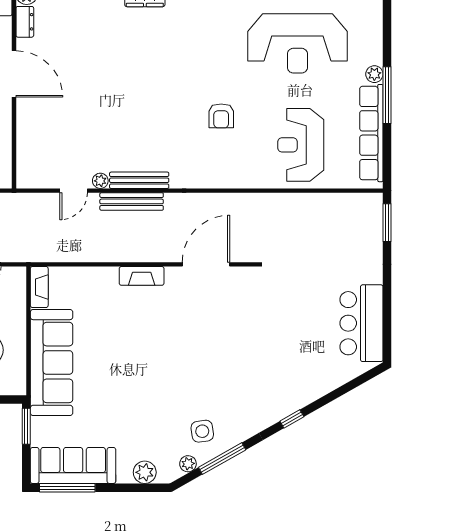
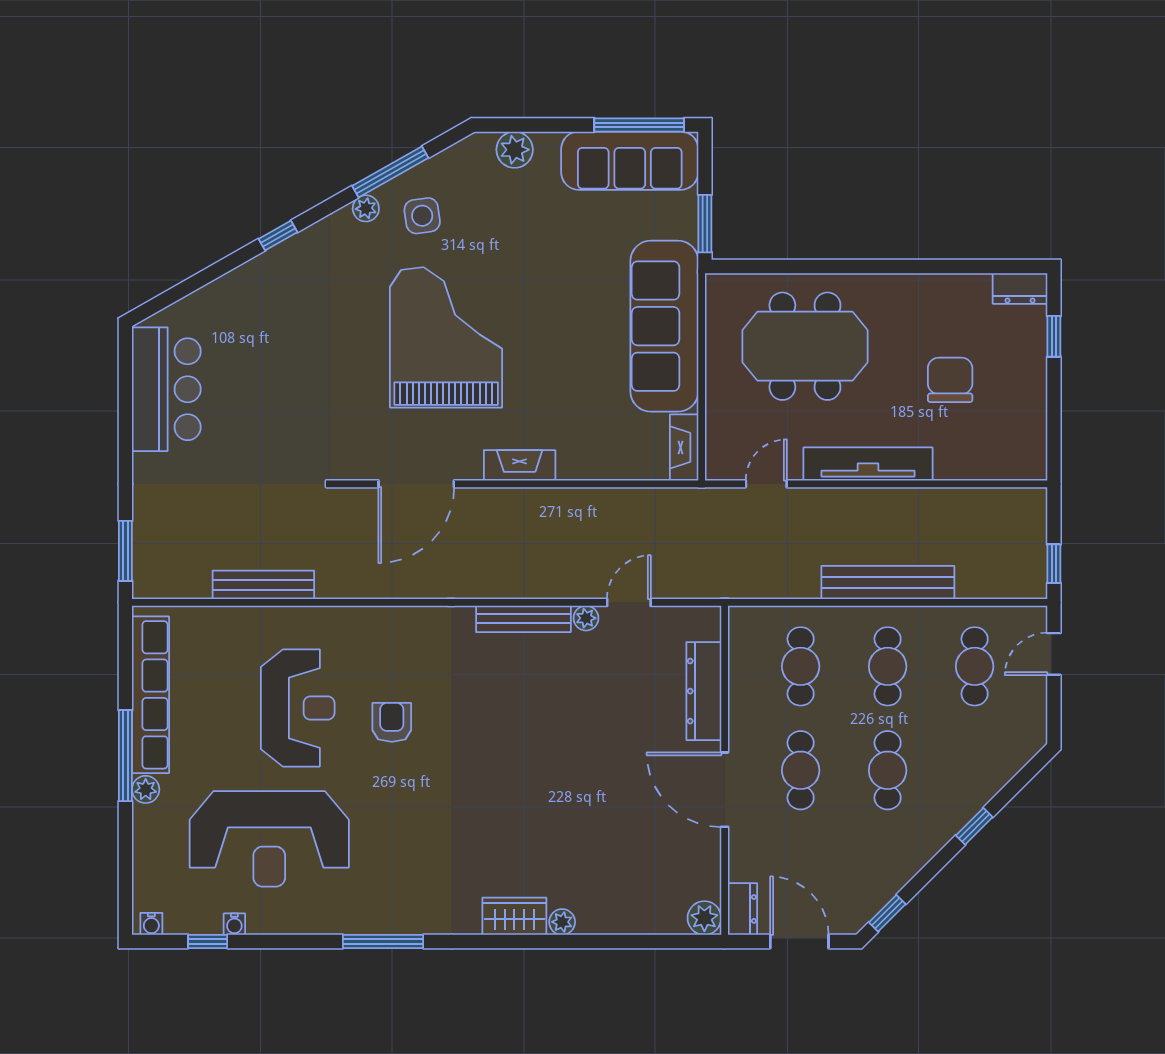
dresser: (25, 22) -> (704, 691), moved, width x1.96, depth x1.24
reception desk: (297, 43) -> (269, 839), turned 180
reception desk: (301, 145) -> (298, 708), moved
bench: (132, 201) -> (263, 585), moved
grand piano: (187, 355) -> (446, 337), added
plant: (188, 464) -> (366, 208), moved

